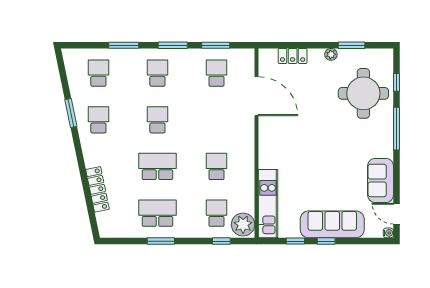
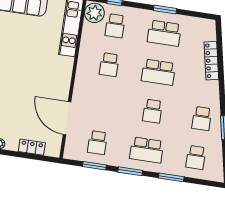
school desk: (157, 73) -> (147, 150), width x1.85

